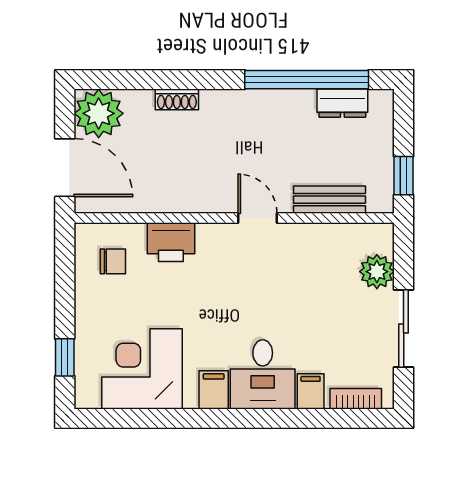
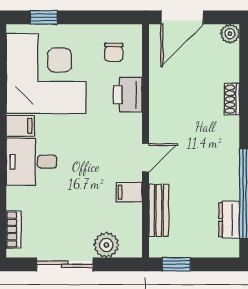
plant: (99, 113) -> (230, 34), width x0.53, depth x0.53
corner desk: (142, 369) -> (46, 74), width x1.36, depth x1.36
filing cabinet: (311, 391) -> (129, 192), moved, turned 180

